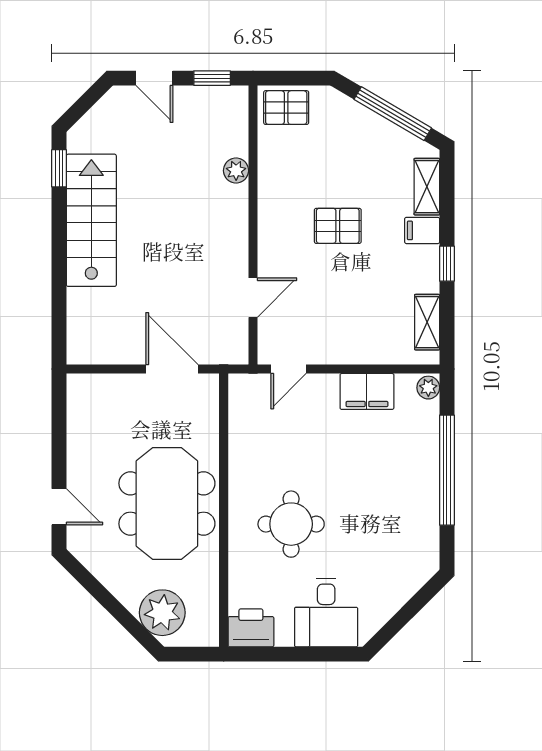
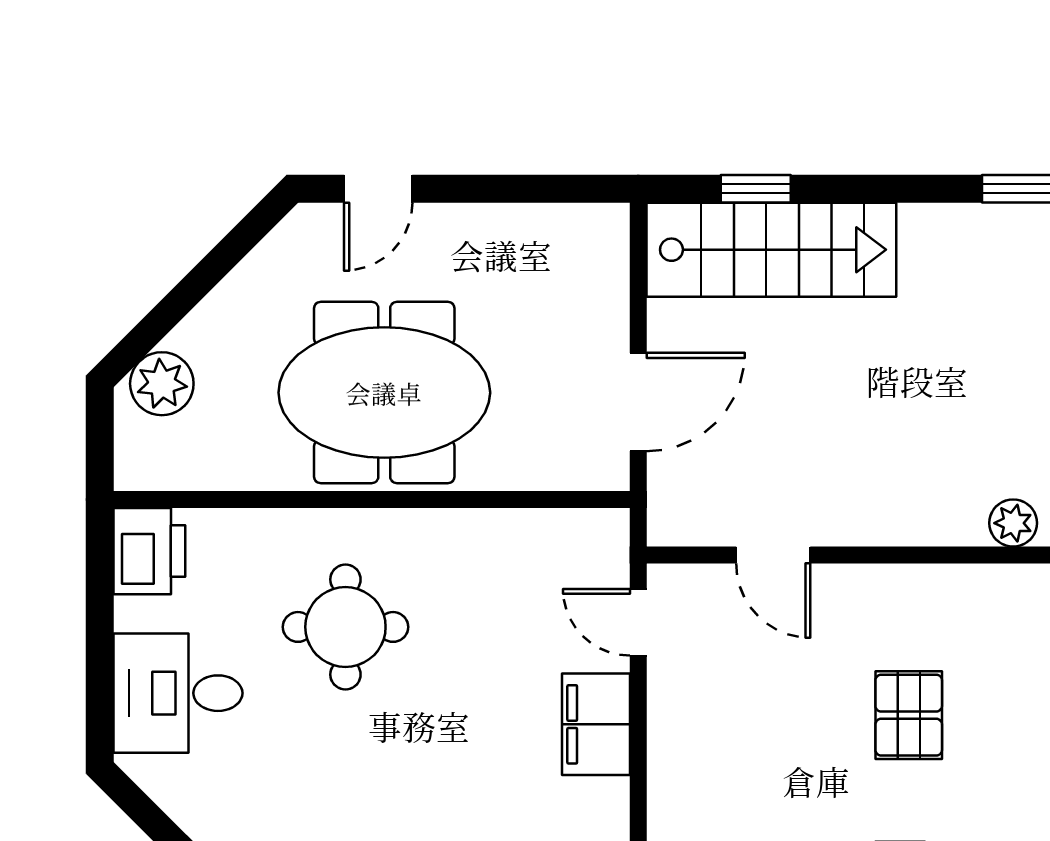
stairs: (91, 220) -> (771, 250), moved
window: (59, 307) -> (756, 189), added
filing cabinet: (367, 391) -> (596, 724), moved
plant: (162, 613) -> (162, 384), width x0.73, depth x0.73

